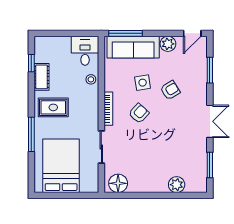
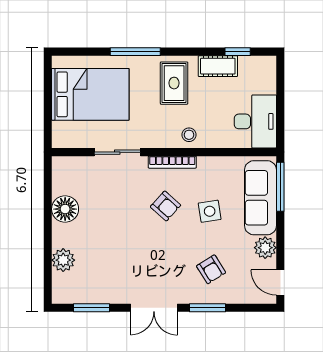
desk: (85, 51) -> (255, 121), width x1.37
window: (210, 70) -> (207, 308), moved
stool: (91, 79) -> (189, 135), moved
armchair: (170, 90) -> (211, 269), moved
floor lamp: (118, 183) -> (65, 209), moved

